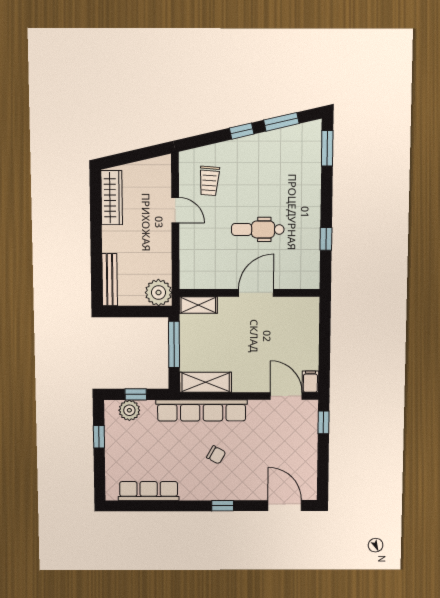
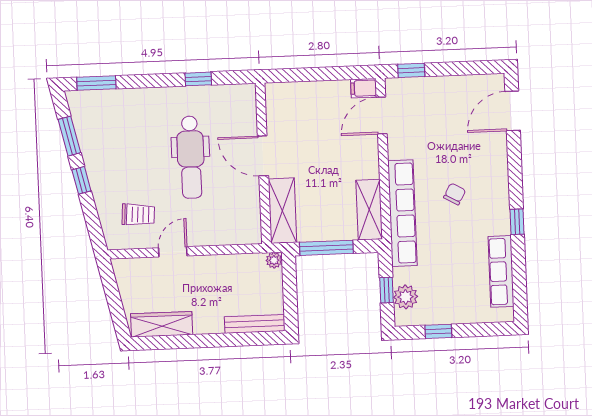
dental chair: (258, 229) -> (191, 157), width x1.36, depth x1.38
plant: (158, 293) -> (274, 260), width x0.53, depth x0.53
shelving: (198, 305) -> (282, 211), width x1.50, depth x1.33
window: (223, 506) -> (517, 222), moved

